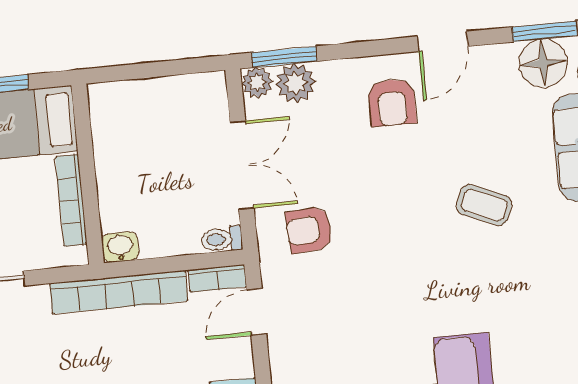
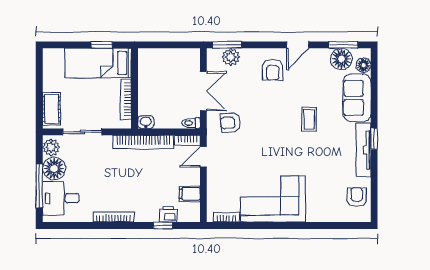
plant: (257, 83) -> (214, 55), removed
coffee table: (484, 205) -> (309, 119), turned 67

